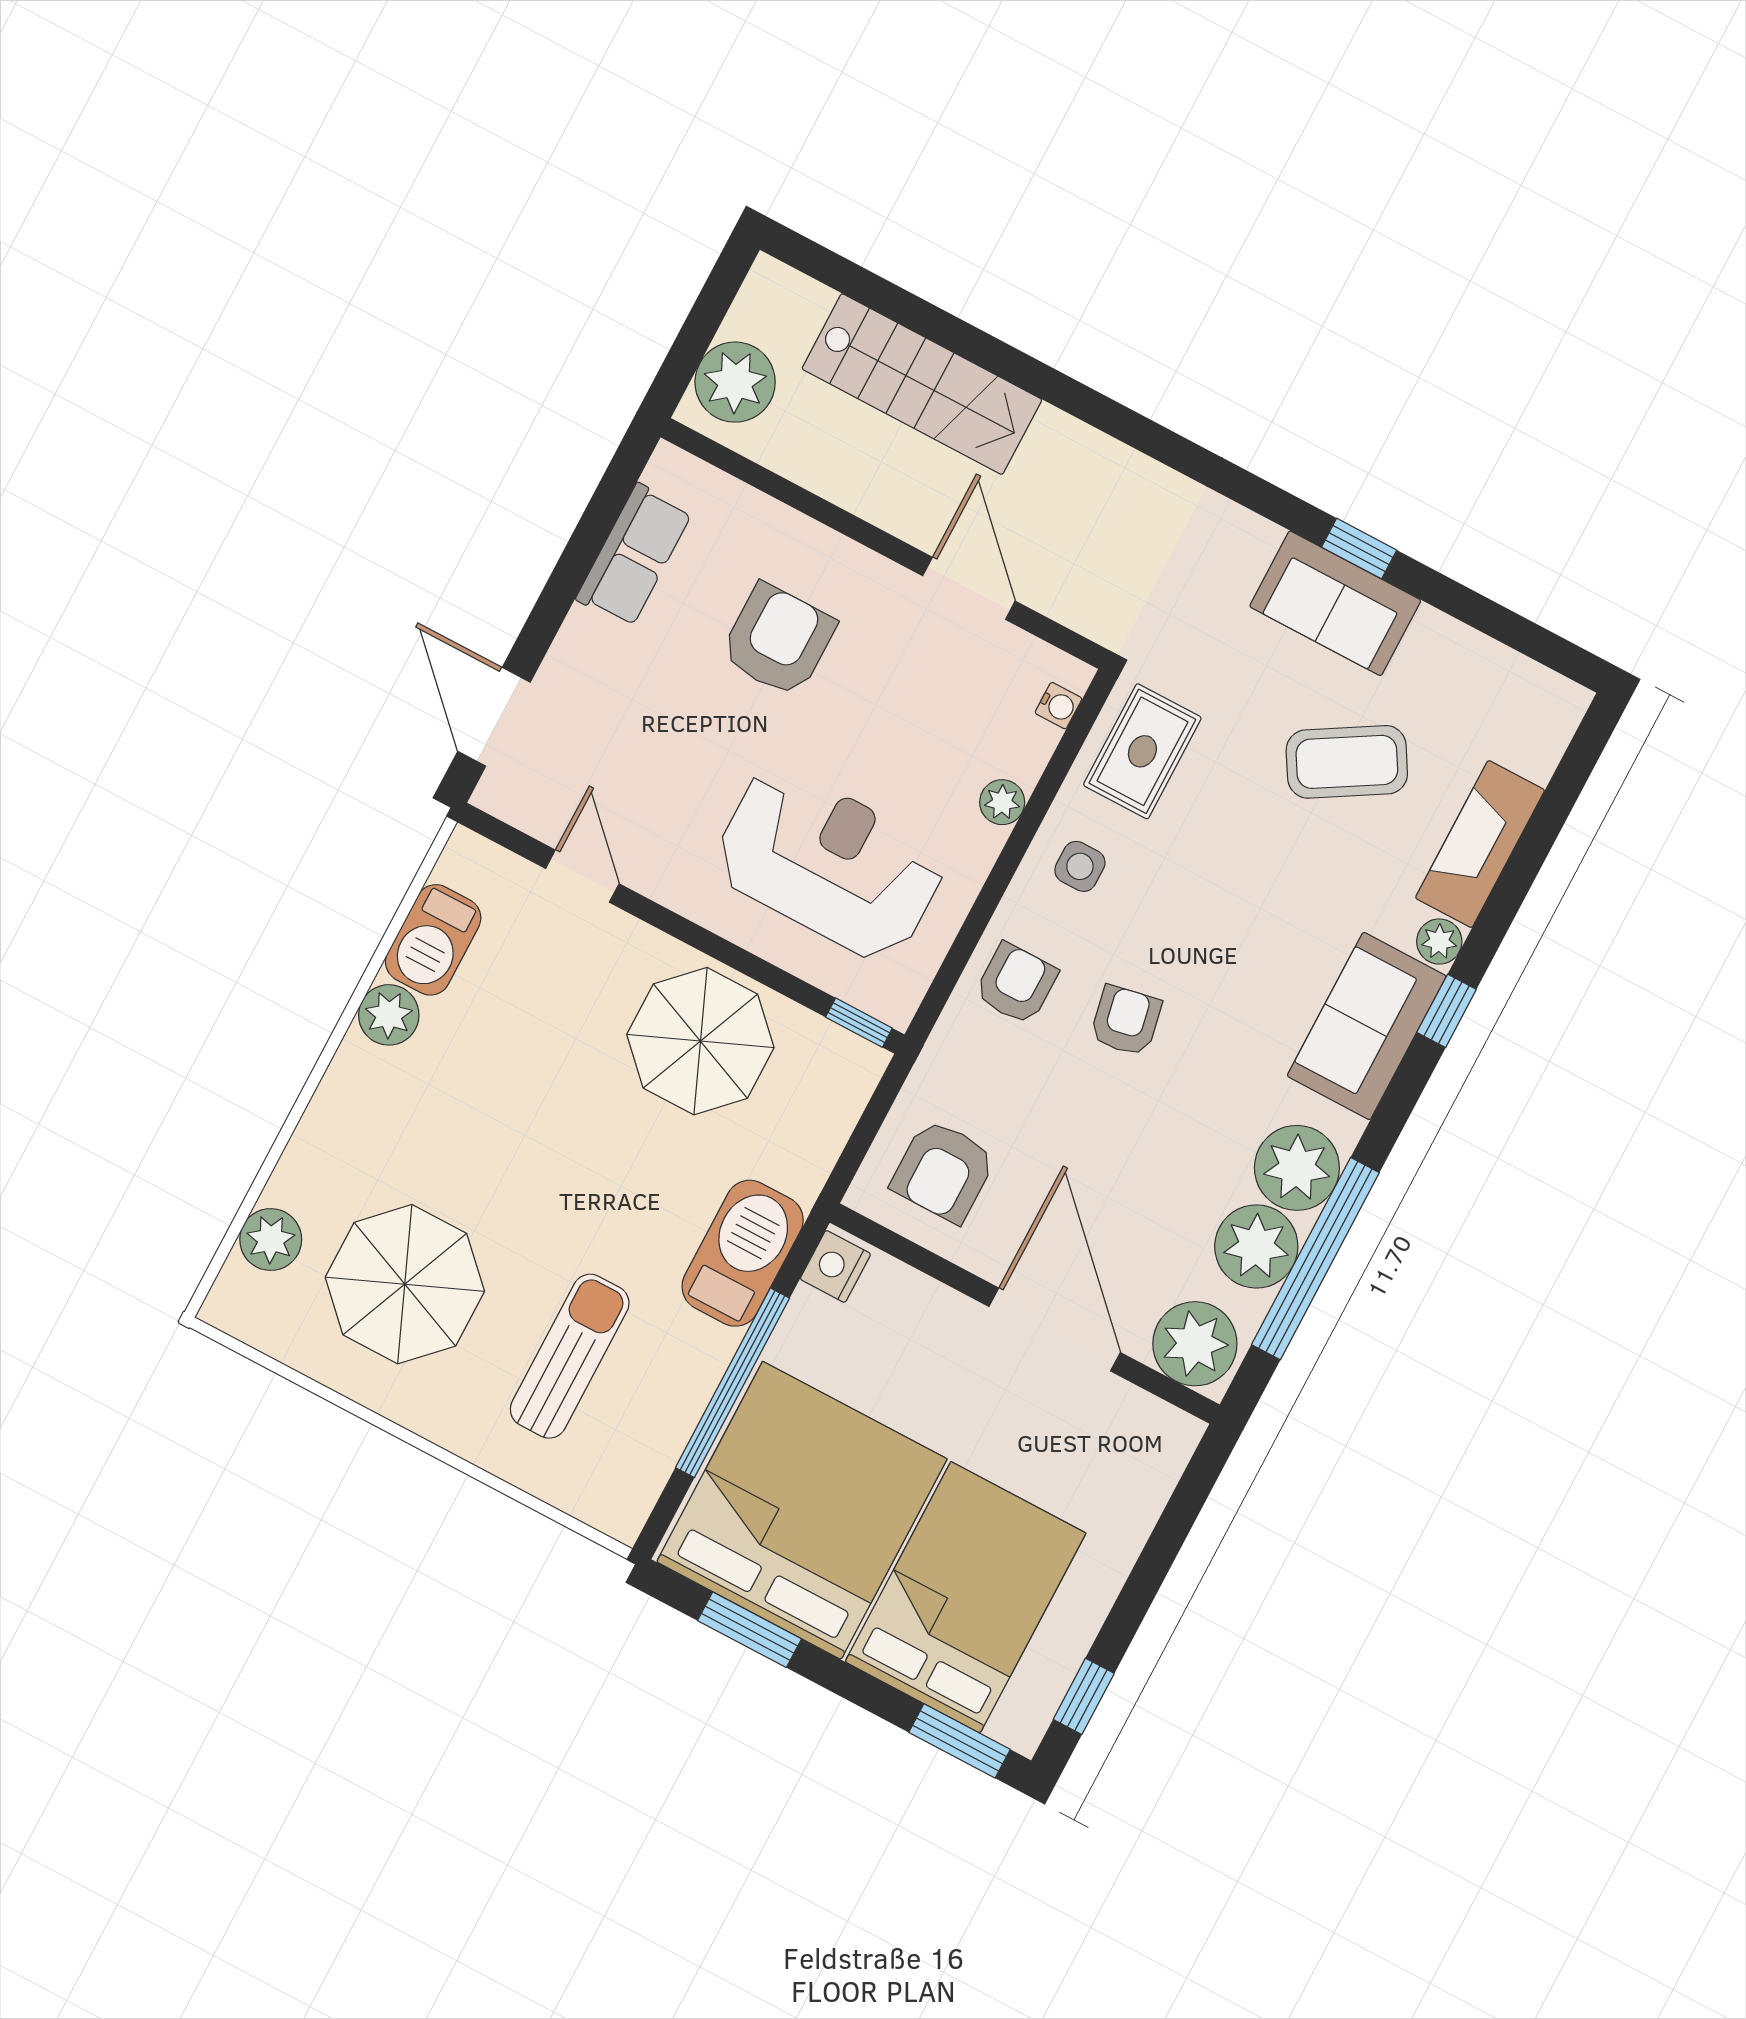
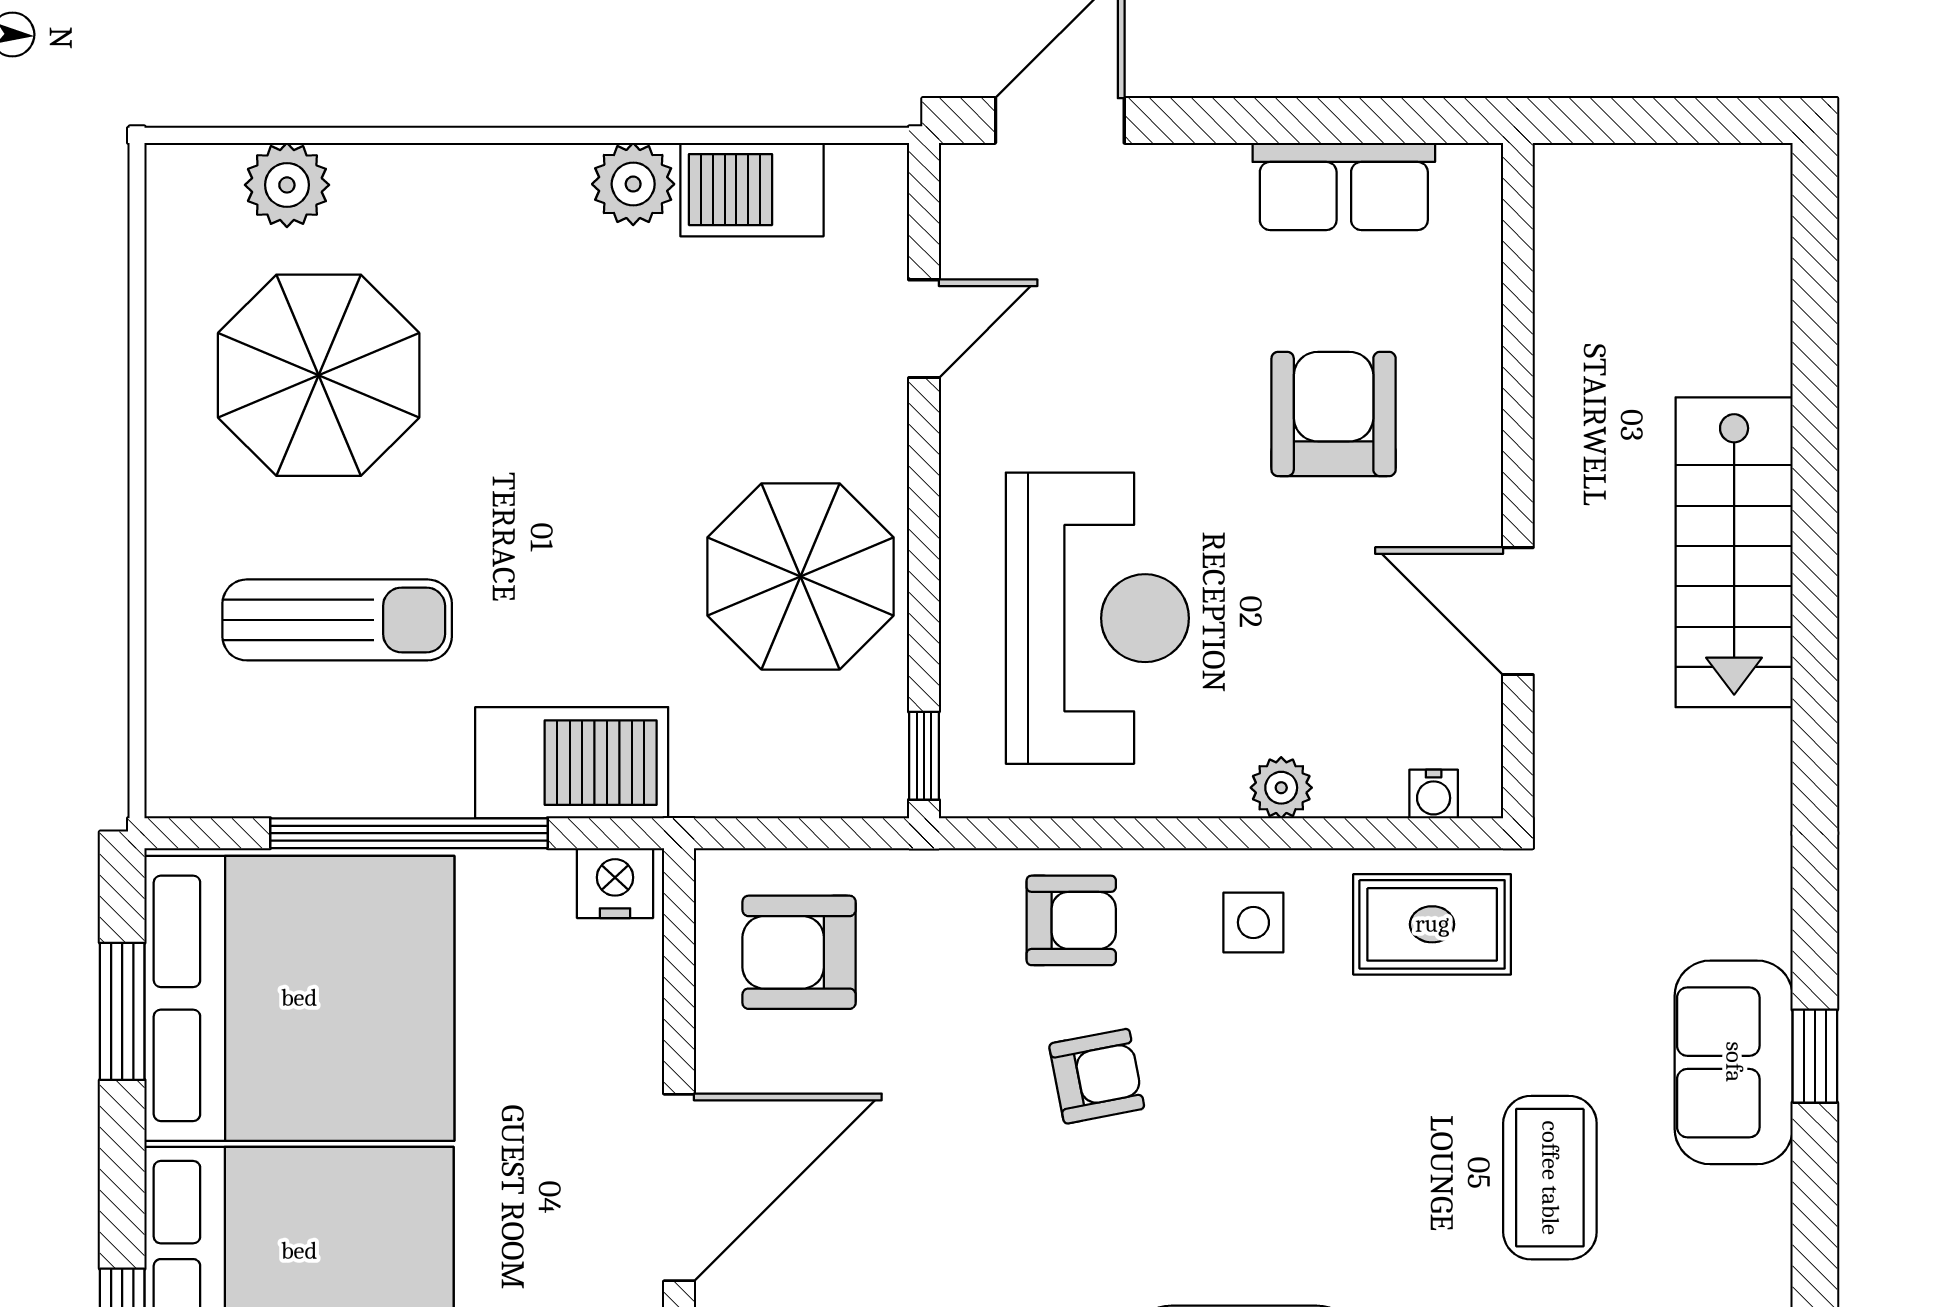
plant: (735, 382) -> (1617, 198), removed
stairs: (922, 384) -> (1734, 552), moved
door: (969, 588) -> (1518, 611), swing flipped
armchair: (778, 640) -> (1334, 414), turned -90
coffee table: (1347, 762) -> (1550, 1178), turned 31

